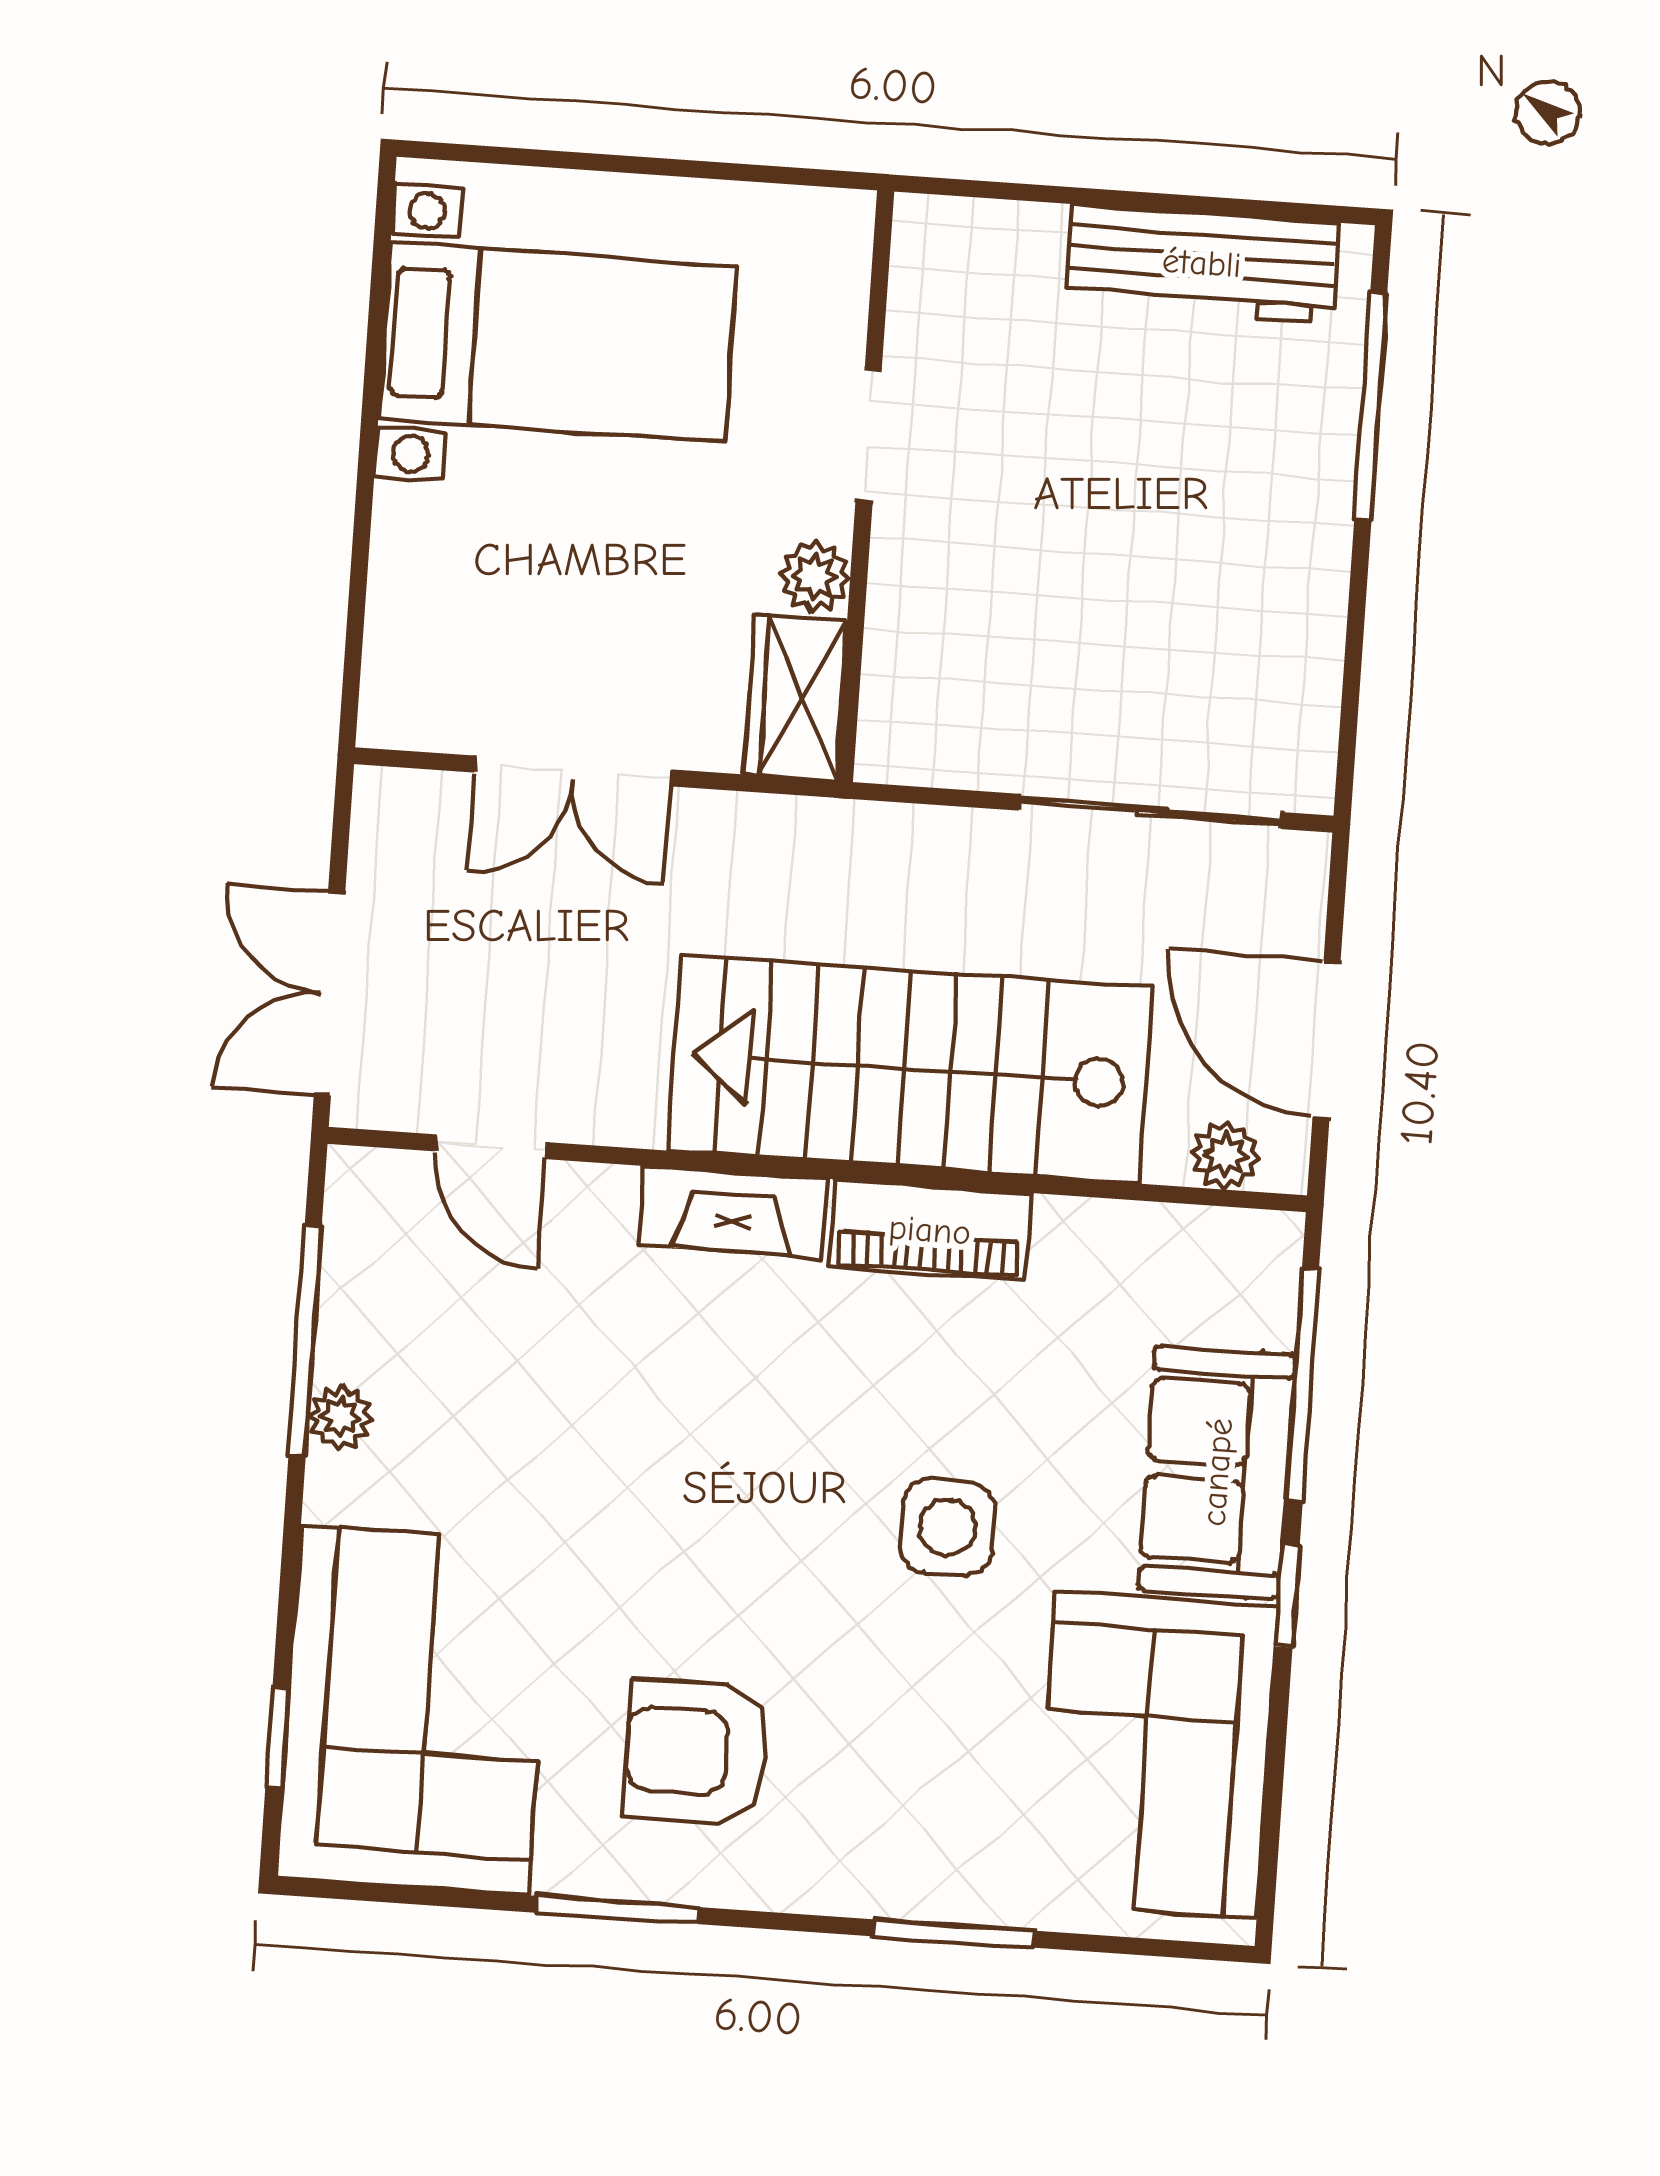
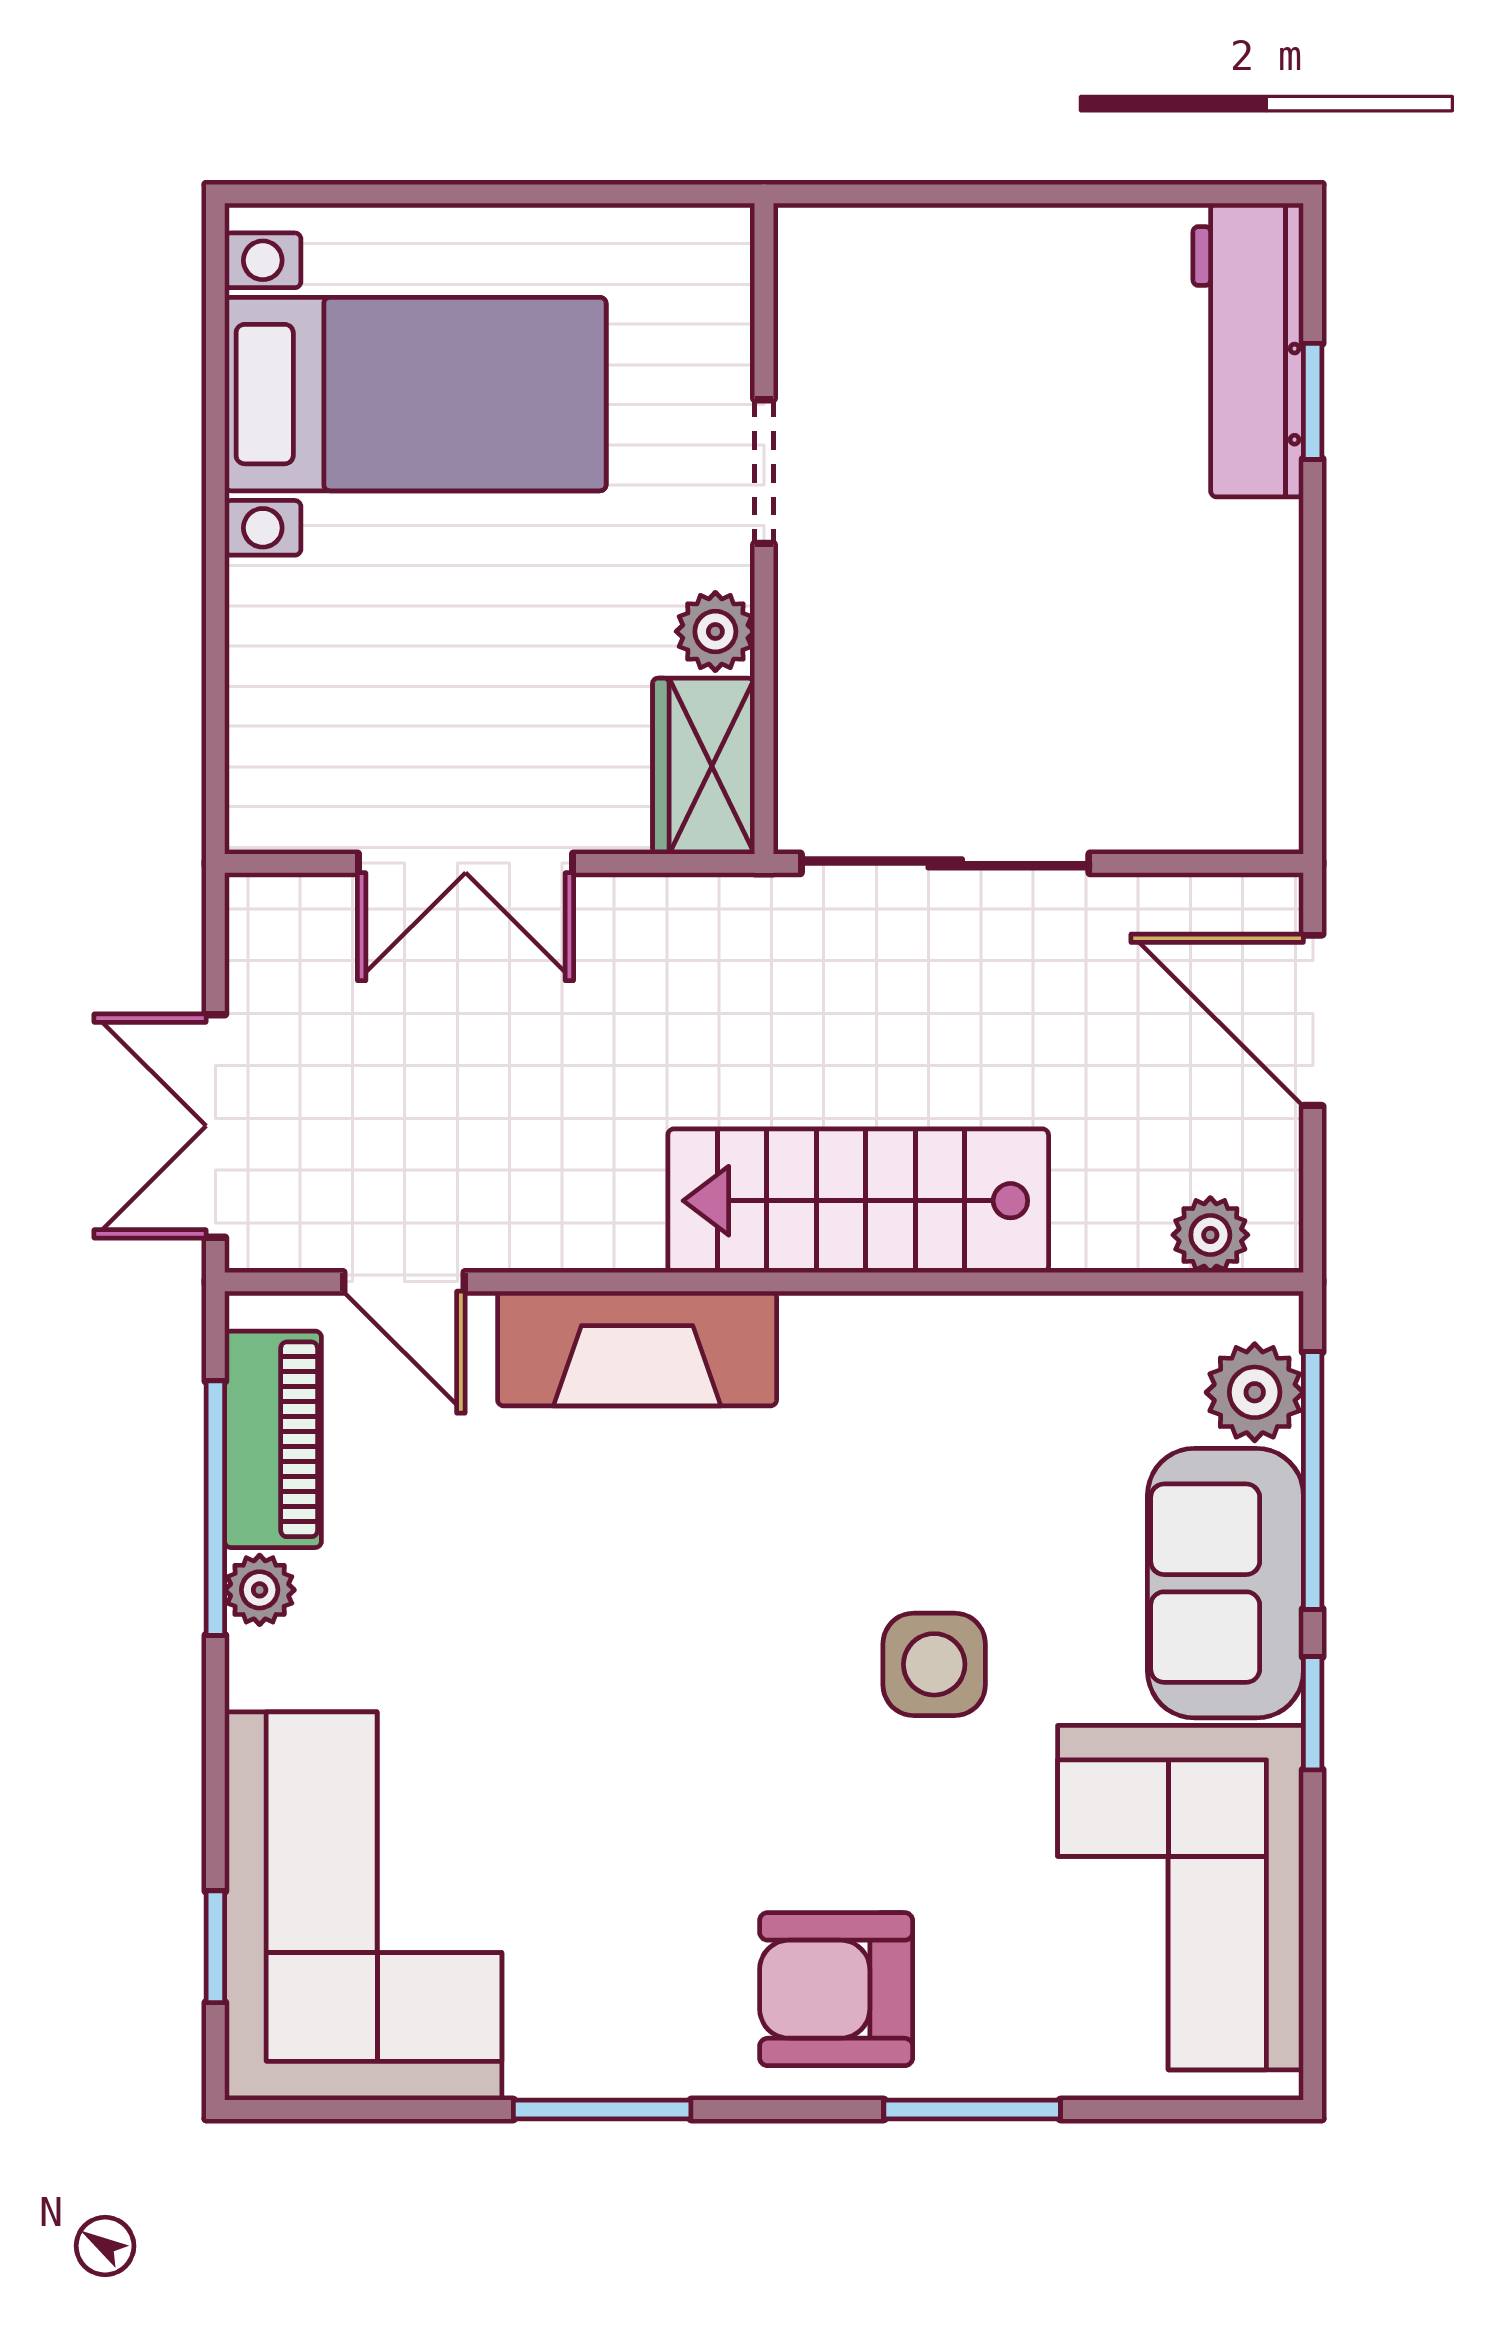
workbench: (1202, 263) -> (1248, 350), moved, turned 90
window: (1371, 406) -> (1313, 401), width x0.46
sliding door: (1151, 811) -> (945, 863), moved
door: (1327, 1040) -> (1313, 1020), moved
stairs: (910, 1069) -> (858, 1201), width x0.73, depth x0.66
fireplace: (733, 1212) -> (637, 1349), width x1.37, depth x1.32
piano: (930, 1230) -> (273, 1439), moved, turned -90
plant: (1255, 1301) -> (1255, 1392), added
armchair: (696, 1752) -> (836, 1989), moved

